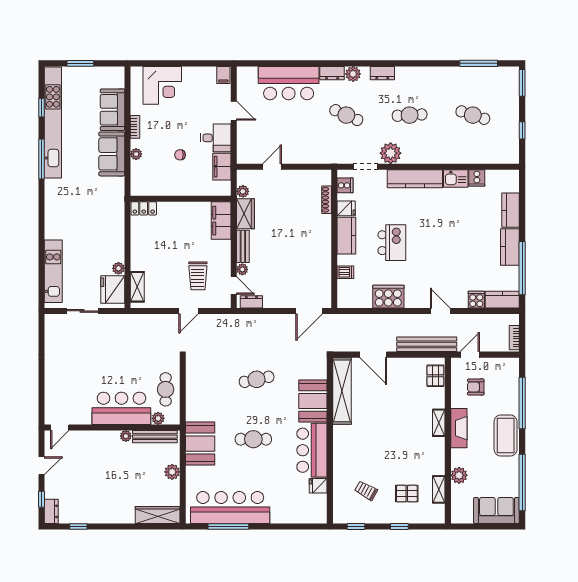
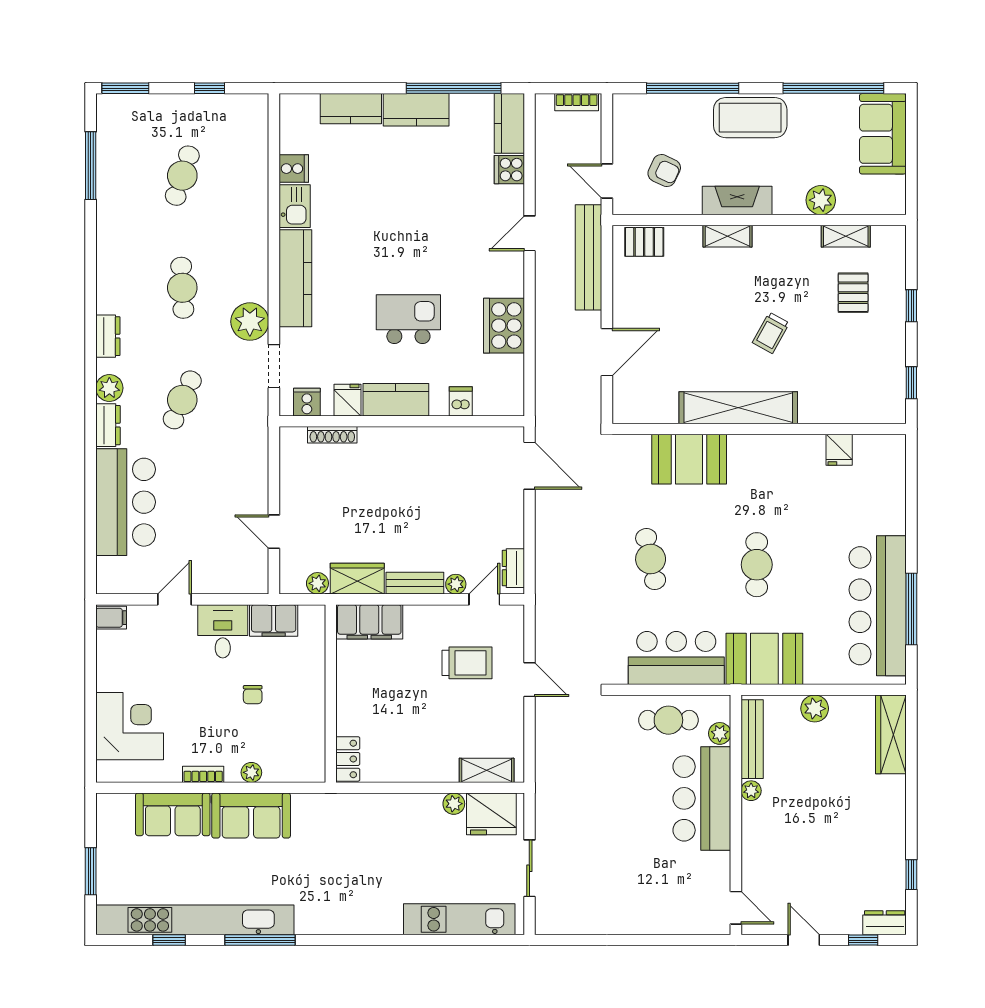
armchair: (476, 387) -> (664, 171), turned -65
shelving: (342, 391) -> (738, 408), moved
bar counter: (312, 450) -> (676, 658), moved, turned 180
trolley: (366, 491) -> (771, 333), moved

